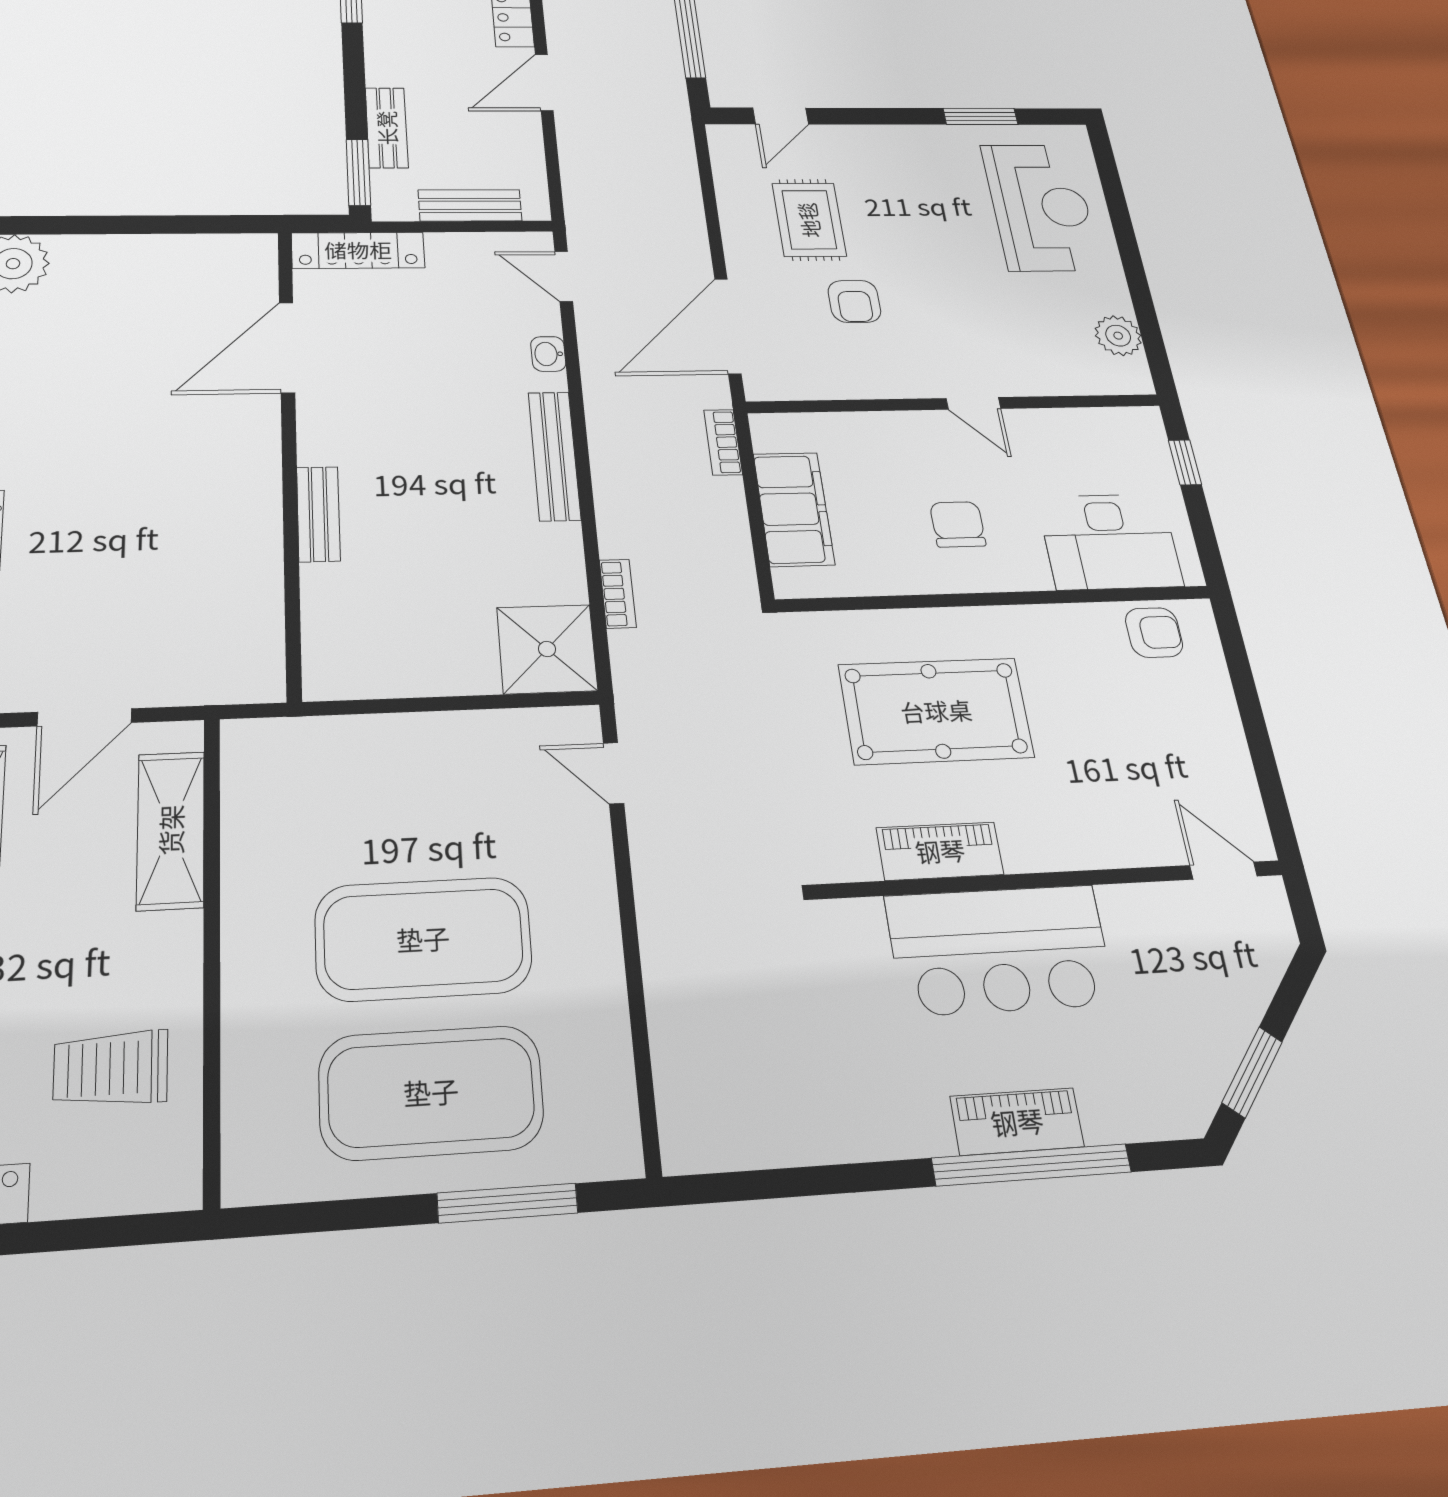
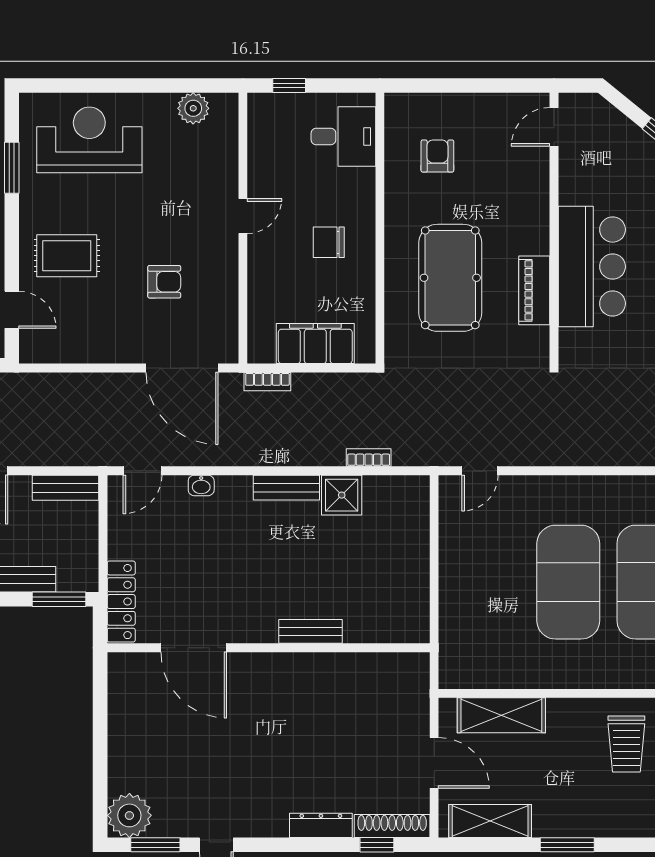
bench: (470, 205) -> (66, 488), moved, turned 90
rug: (809, 220) -> (67, 256), moved
bench: (554, 456) -> (286, 488), width x0.73
desk: (1110, 541) -> (343, 136), width x0.73
armchair: (1154, 632) -> (437, 156), moved
shower: (547, 649) -> (342, 495), moved, width x0.73, depth x0.73

